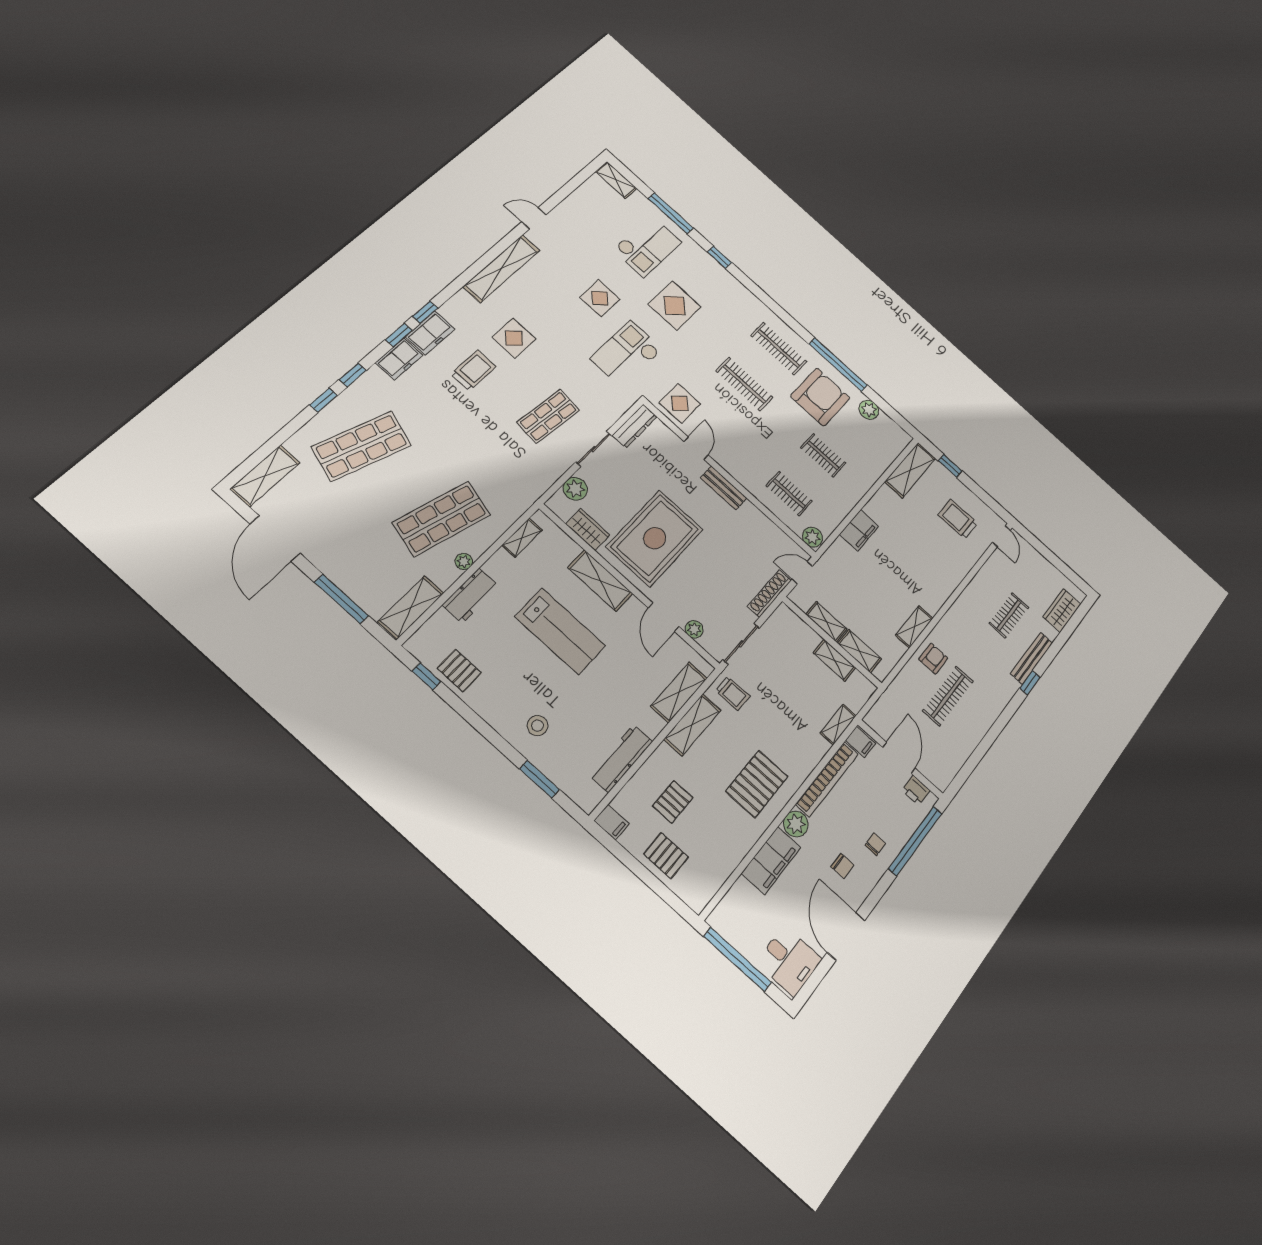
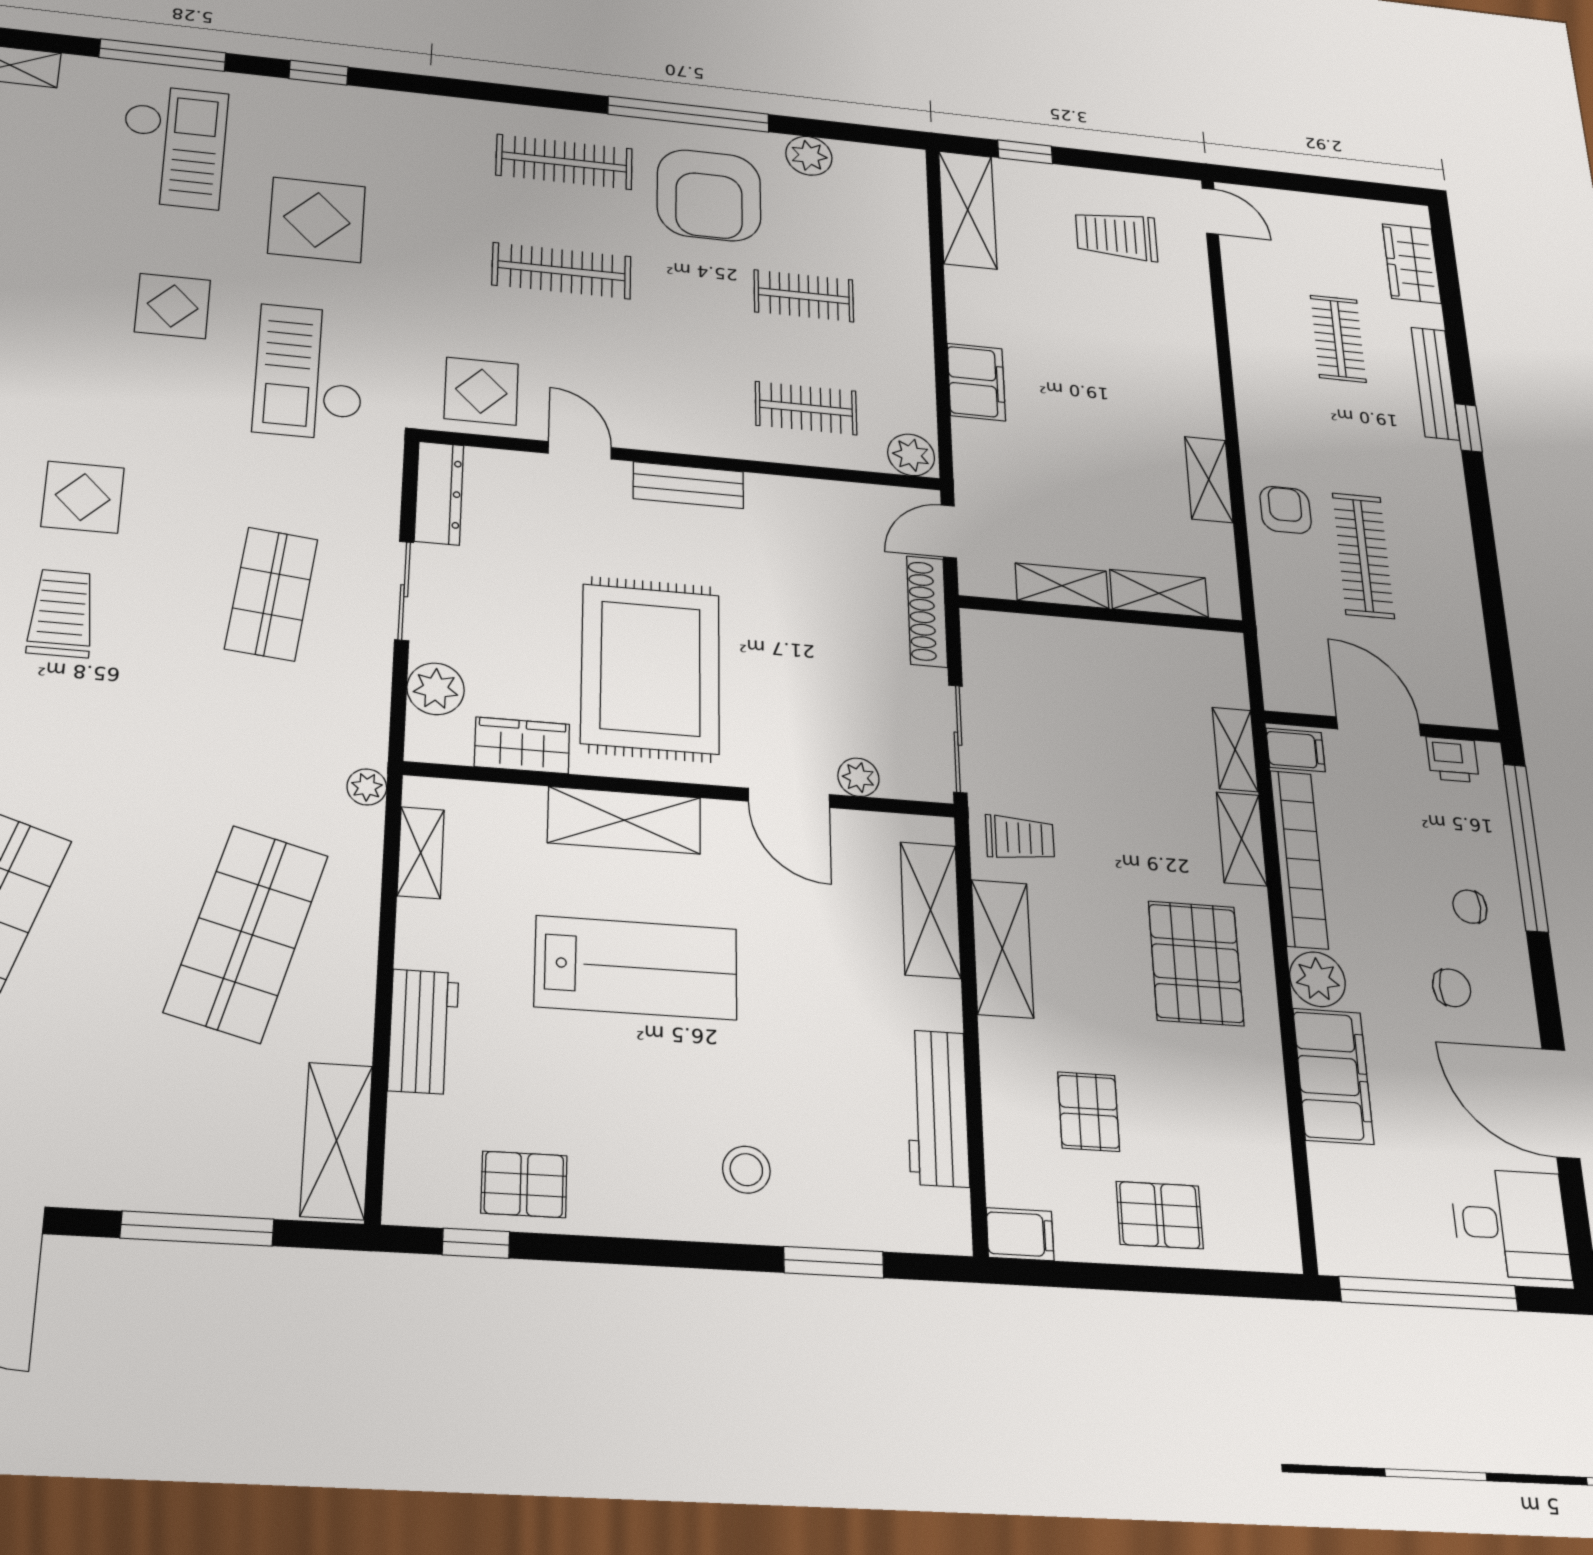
armchair: (820, 397) -> (709, 195), turned 180
plant: (464, 561) -> (367, 787), moved
shelving: (834, 660) -> (1242, 839), moved, turned 90
chair: (875, 844) -> (1470, 907), turned -90

